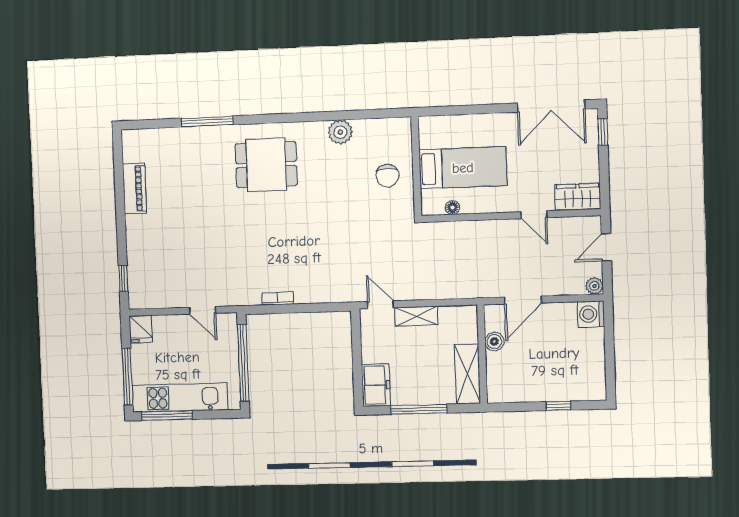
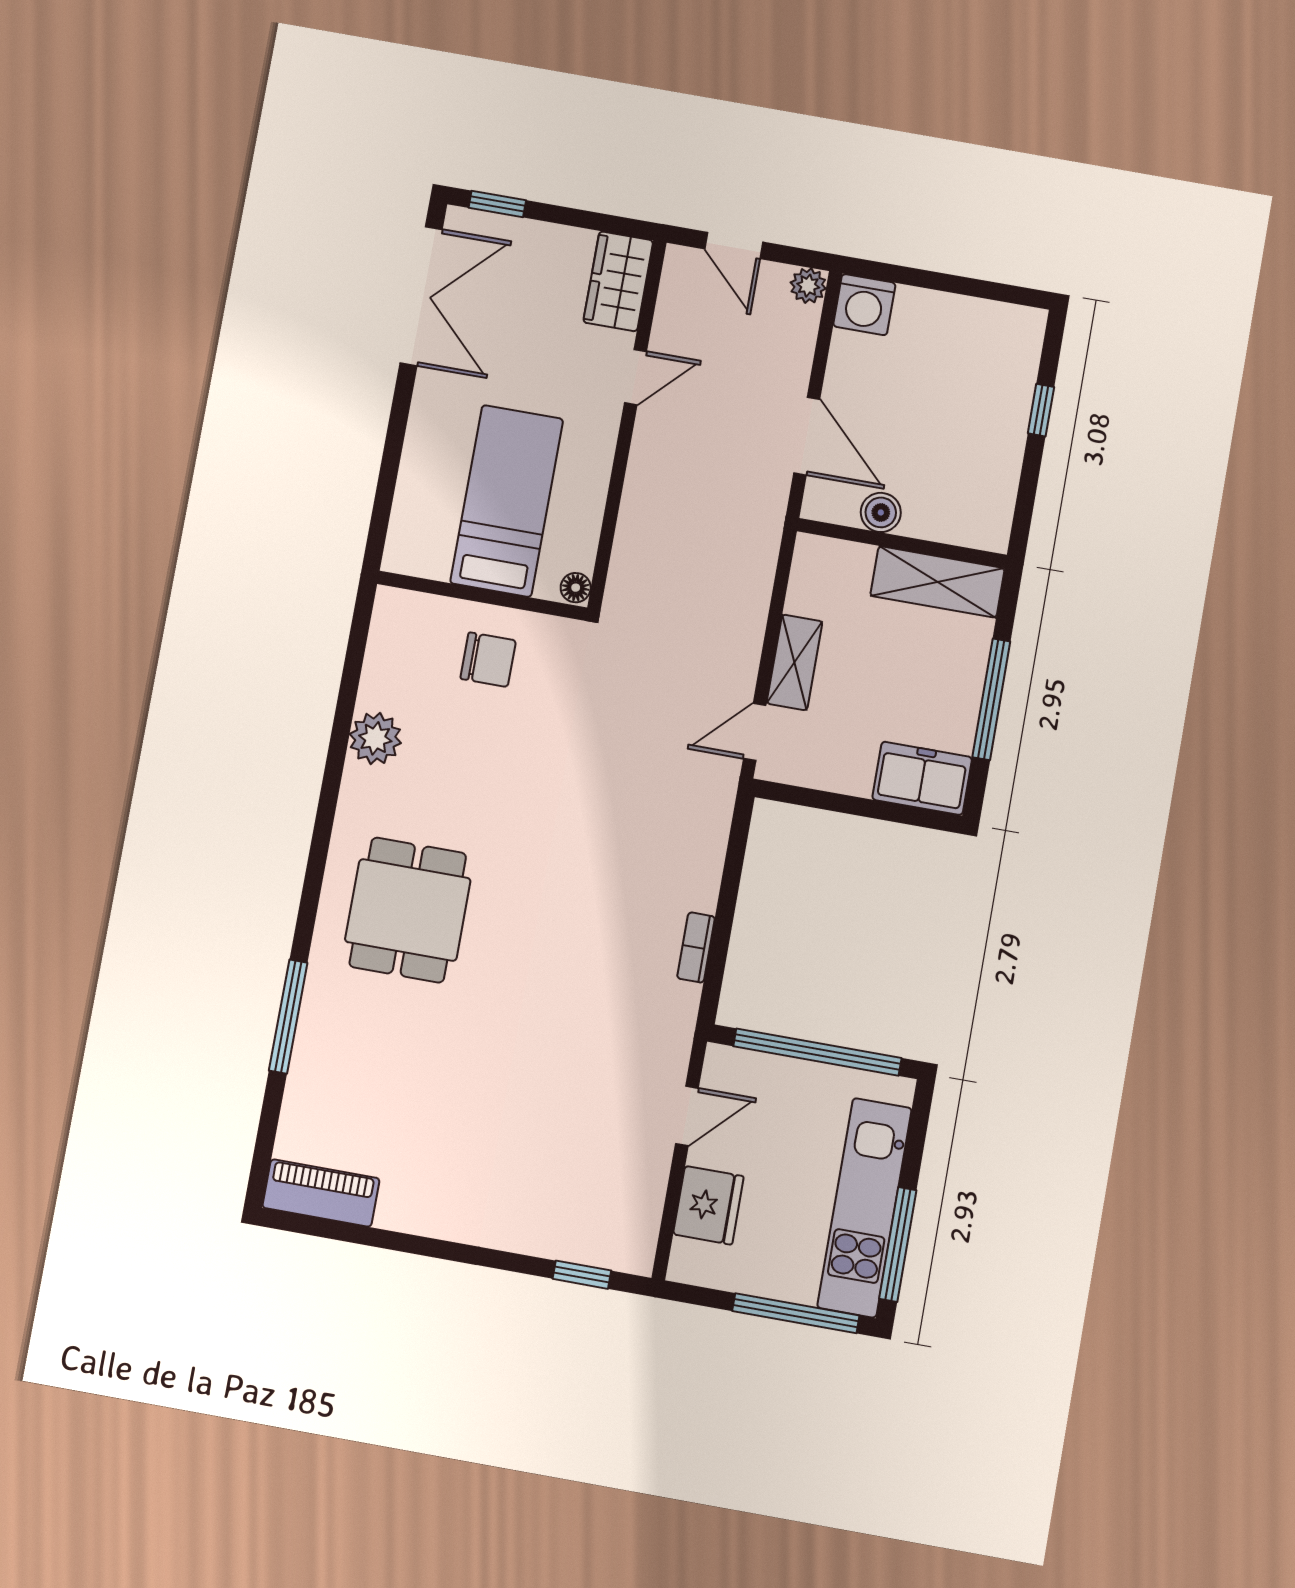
piano: (135, 189) -> (321, 1193), moved
floor lamp: (452, 208) -> (576, 588), moved
fridge: (141, 329) -> (708, 1205), moved, width x1.38

